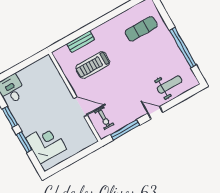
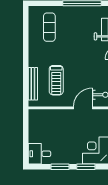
bench: (81, 42) -> (33, 84), width x1.36

